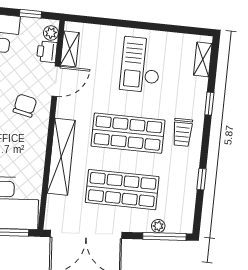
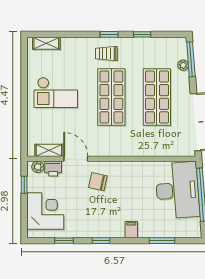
window: (209, 104) -> (109, 34), moved
trolley: (182, 132) -> (106, 53), turned 180
shelving: (61, 157) -> (136, 148), removed

